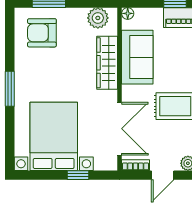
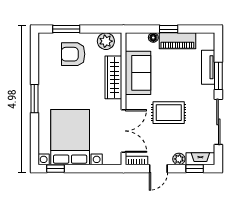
floor lamp: (128, 13) -> (153, 38), moved
armchair: (42, 33) -> (73, 54), moved
window: (78, 175) -> (56, 169), moved

